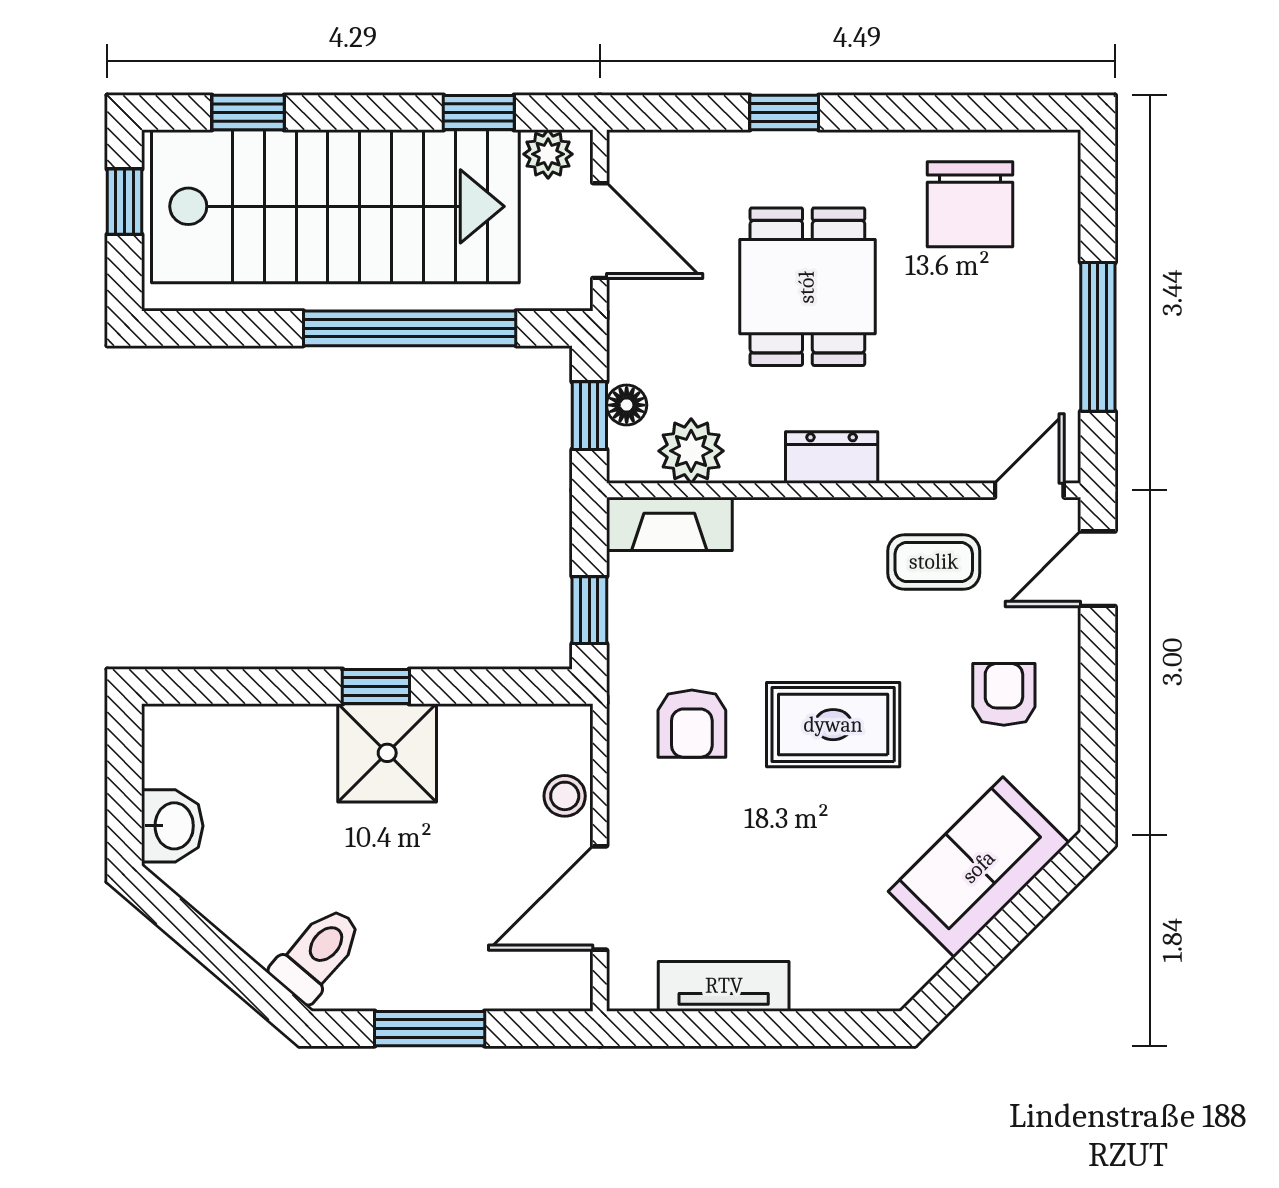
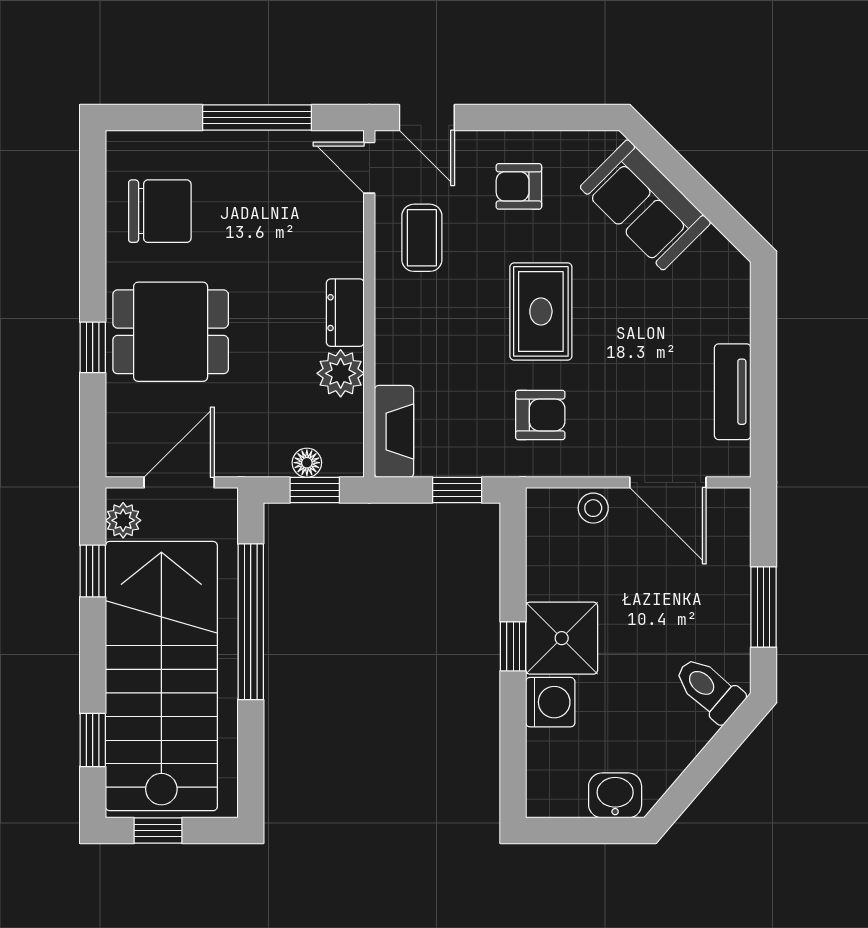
dining table: (807, 287) -> (171, 332), moved
plant: (691, 451) -> (341, 373), moved
washing machine: (300, 737) -> (550, 702), added

